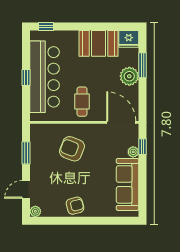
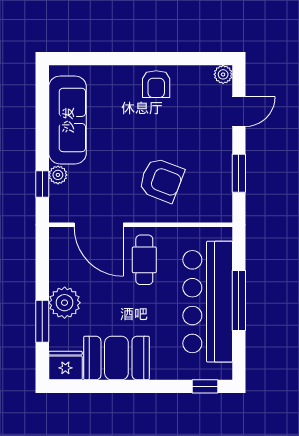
window: (26, 77) -> (239, 300), width x2.17
door: (121, 122) -> (99, 225), moved
armchair: (75, 206) -> (156, 84), turned -75

